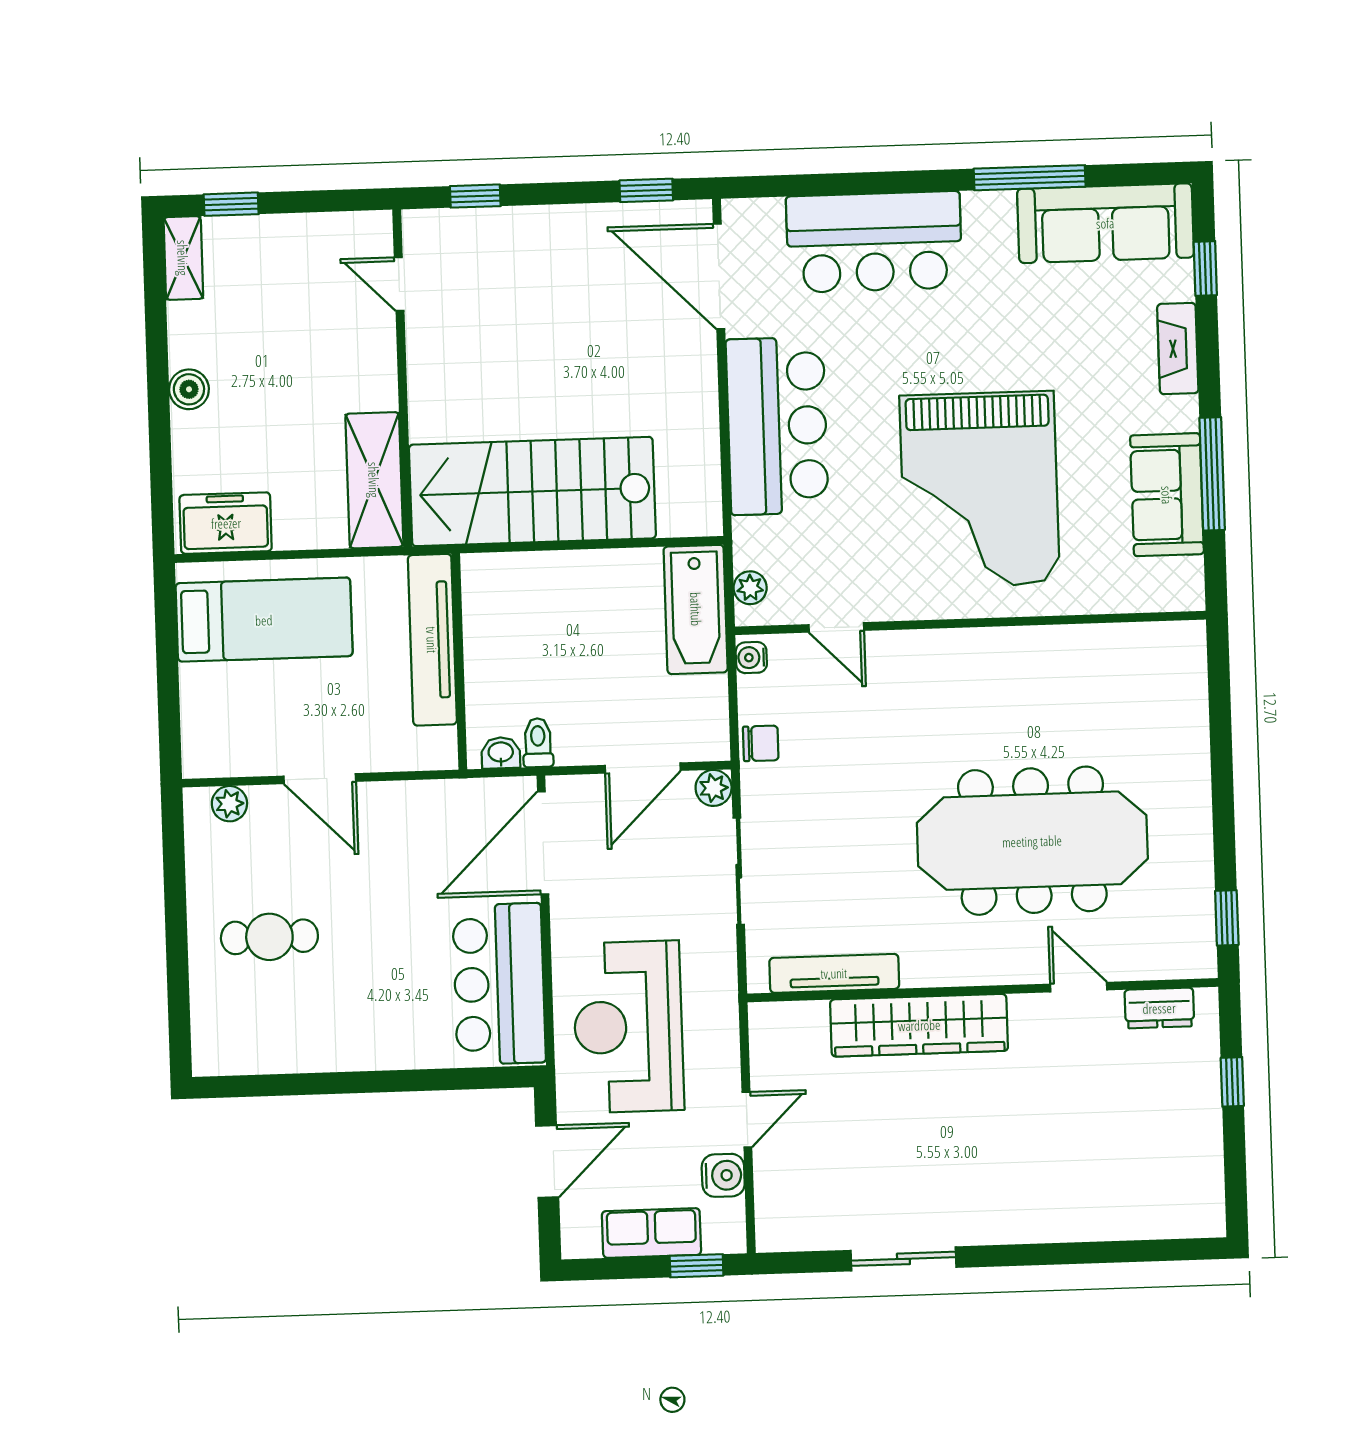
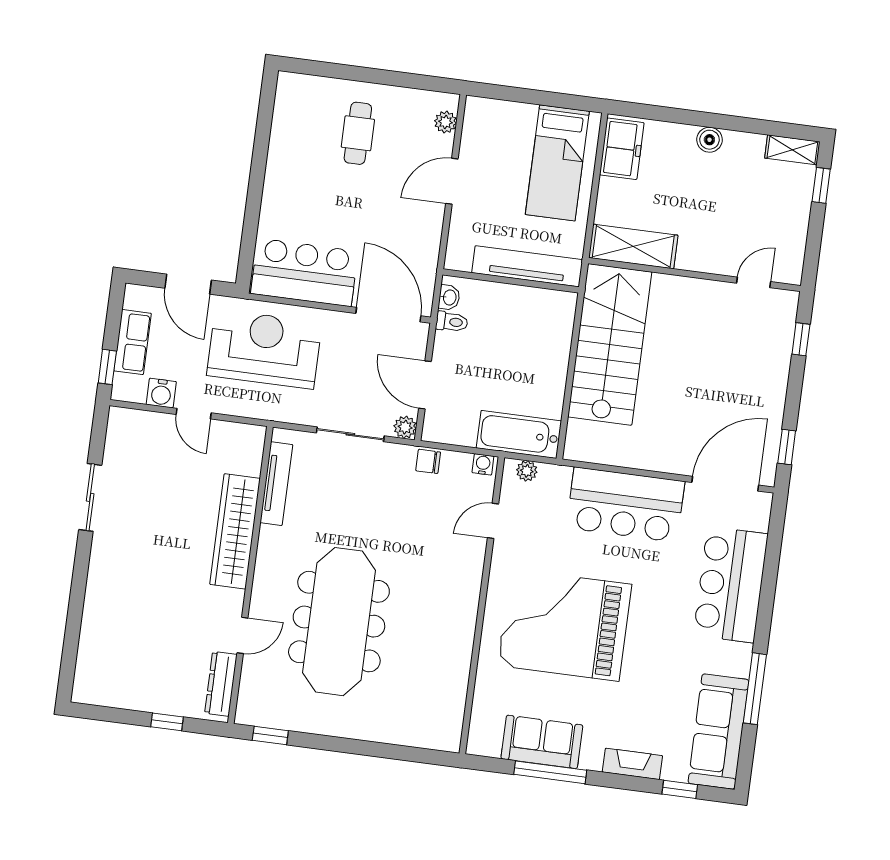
chair: (761, 743) -> (428, 461), turned 90
dresser: (1159, 1008) -> (221, 684), width x1.44

